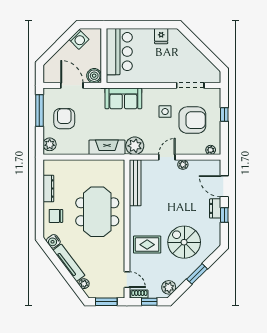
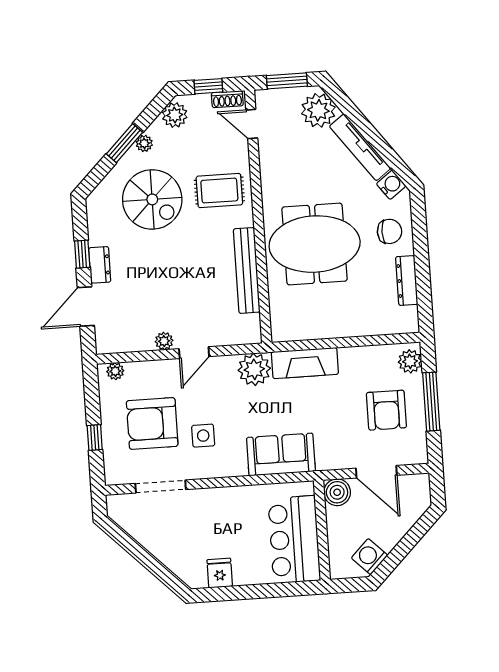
window: (39, 110) -> (431, 402), moved
bench: (135, 183) -> (247, 270), moved
door: (224, 186) -> (86, 306), swing flipped
meeting table: (97, 212) -> (315, 244), turned 90
plant: (186, 273) -> (144, 143), added
plant: (84, 284) -> (318, 110), width x1.88, depth x1.88

